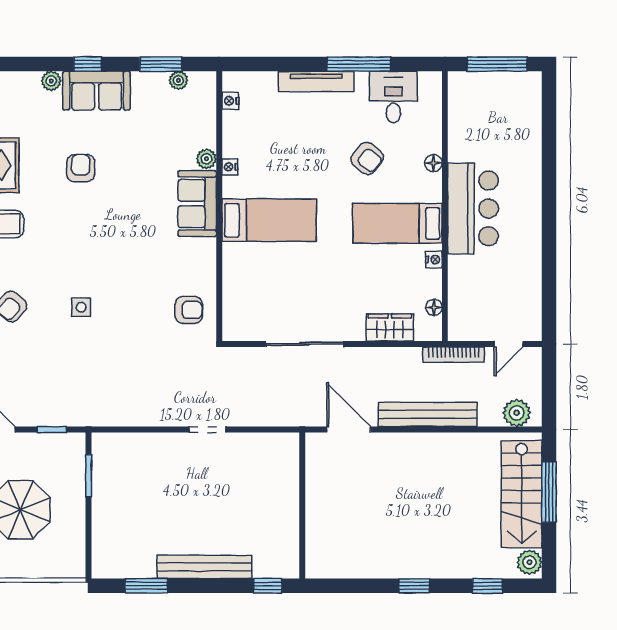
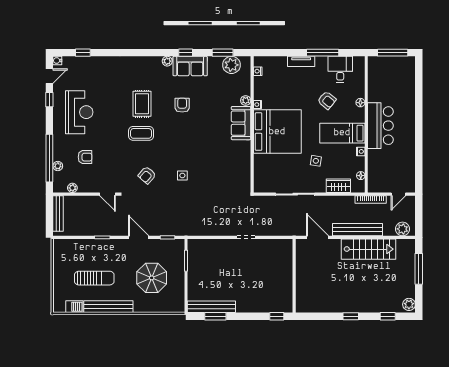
plant: (178, 80) -> (231, 65), width x1.88, depth x1.88
tv unit: (316, 81) -> (301, 61), width x0.71
bed: (269, 220) -> (277, 132), width x2.04
side table: (345, 278) -> (316, 161), added
armchair: (189, 310) -> (237, 177), removed
stairs: (522, 494) -> (368, 249), moved, turned -90
bench: (204, 567) -> (211, 307), moved

